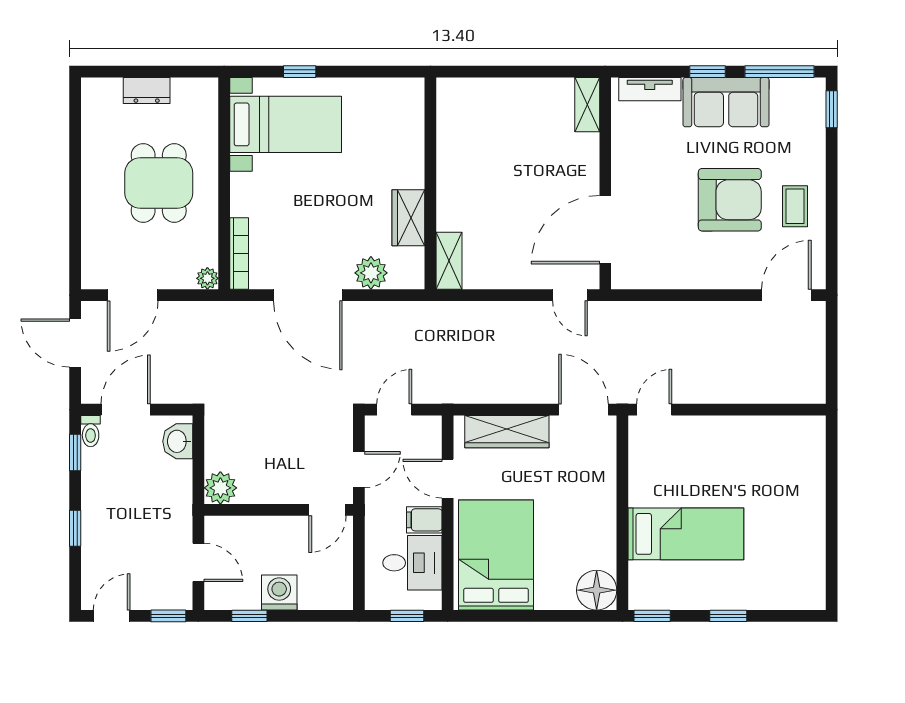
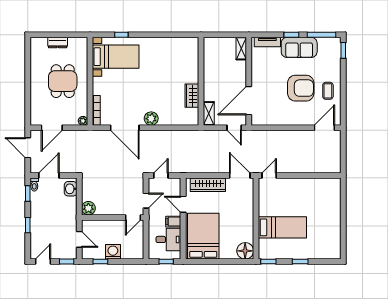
wall: (430, 183) -> (201, 81), moved
wardrobe: (408, 218) -> (192, 96), moved
shelving: (449, 261) -> (209, 113), moved

